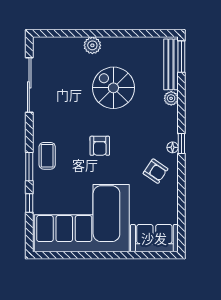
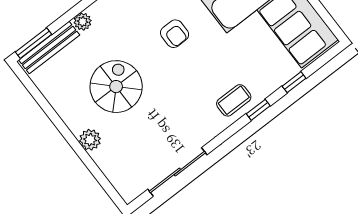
spiral stairs: (113, 88) -> (116, 87), turned 180
armchair: (100, 146) -> (175, 34), moved, turned 90
window: (29, 167) -> (258, 110), width x0.67

